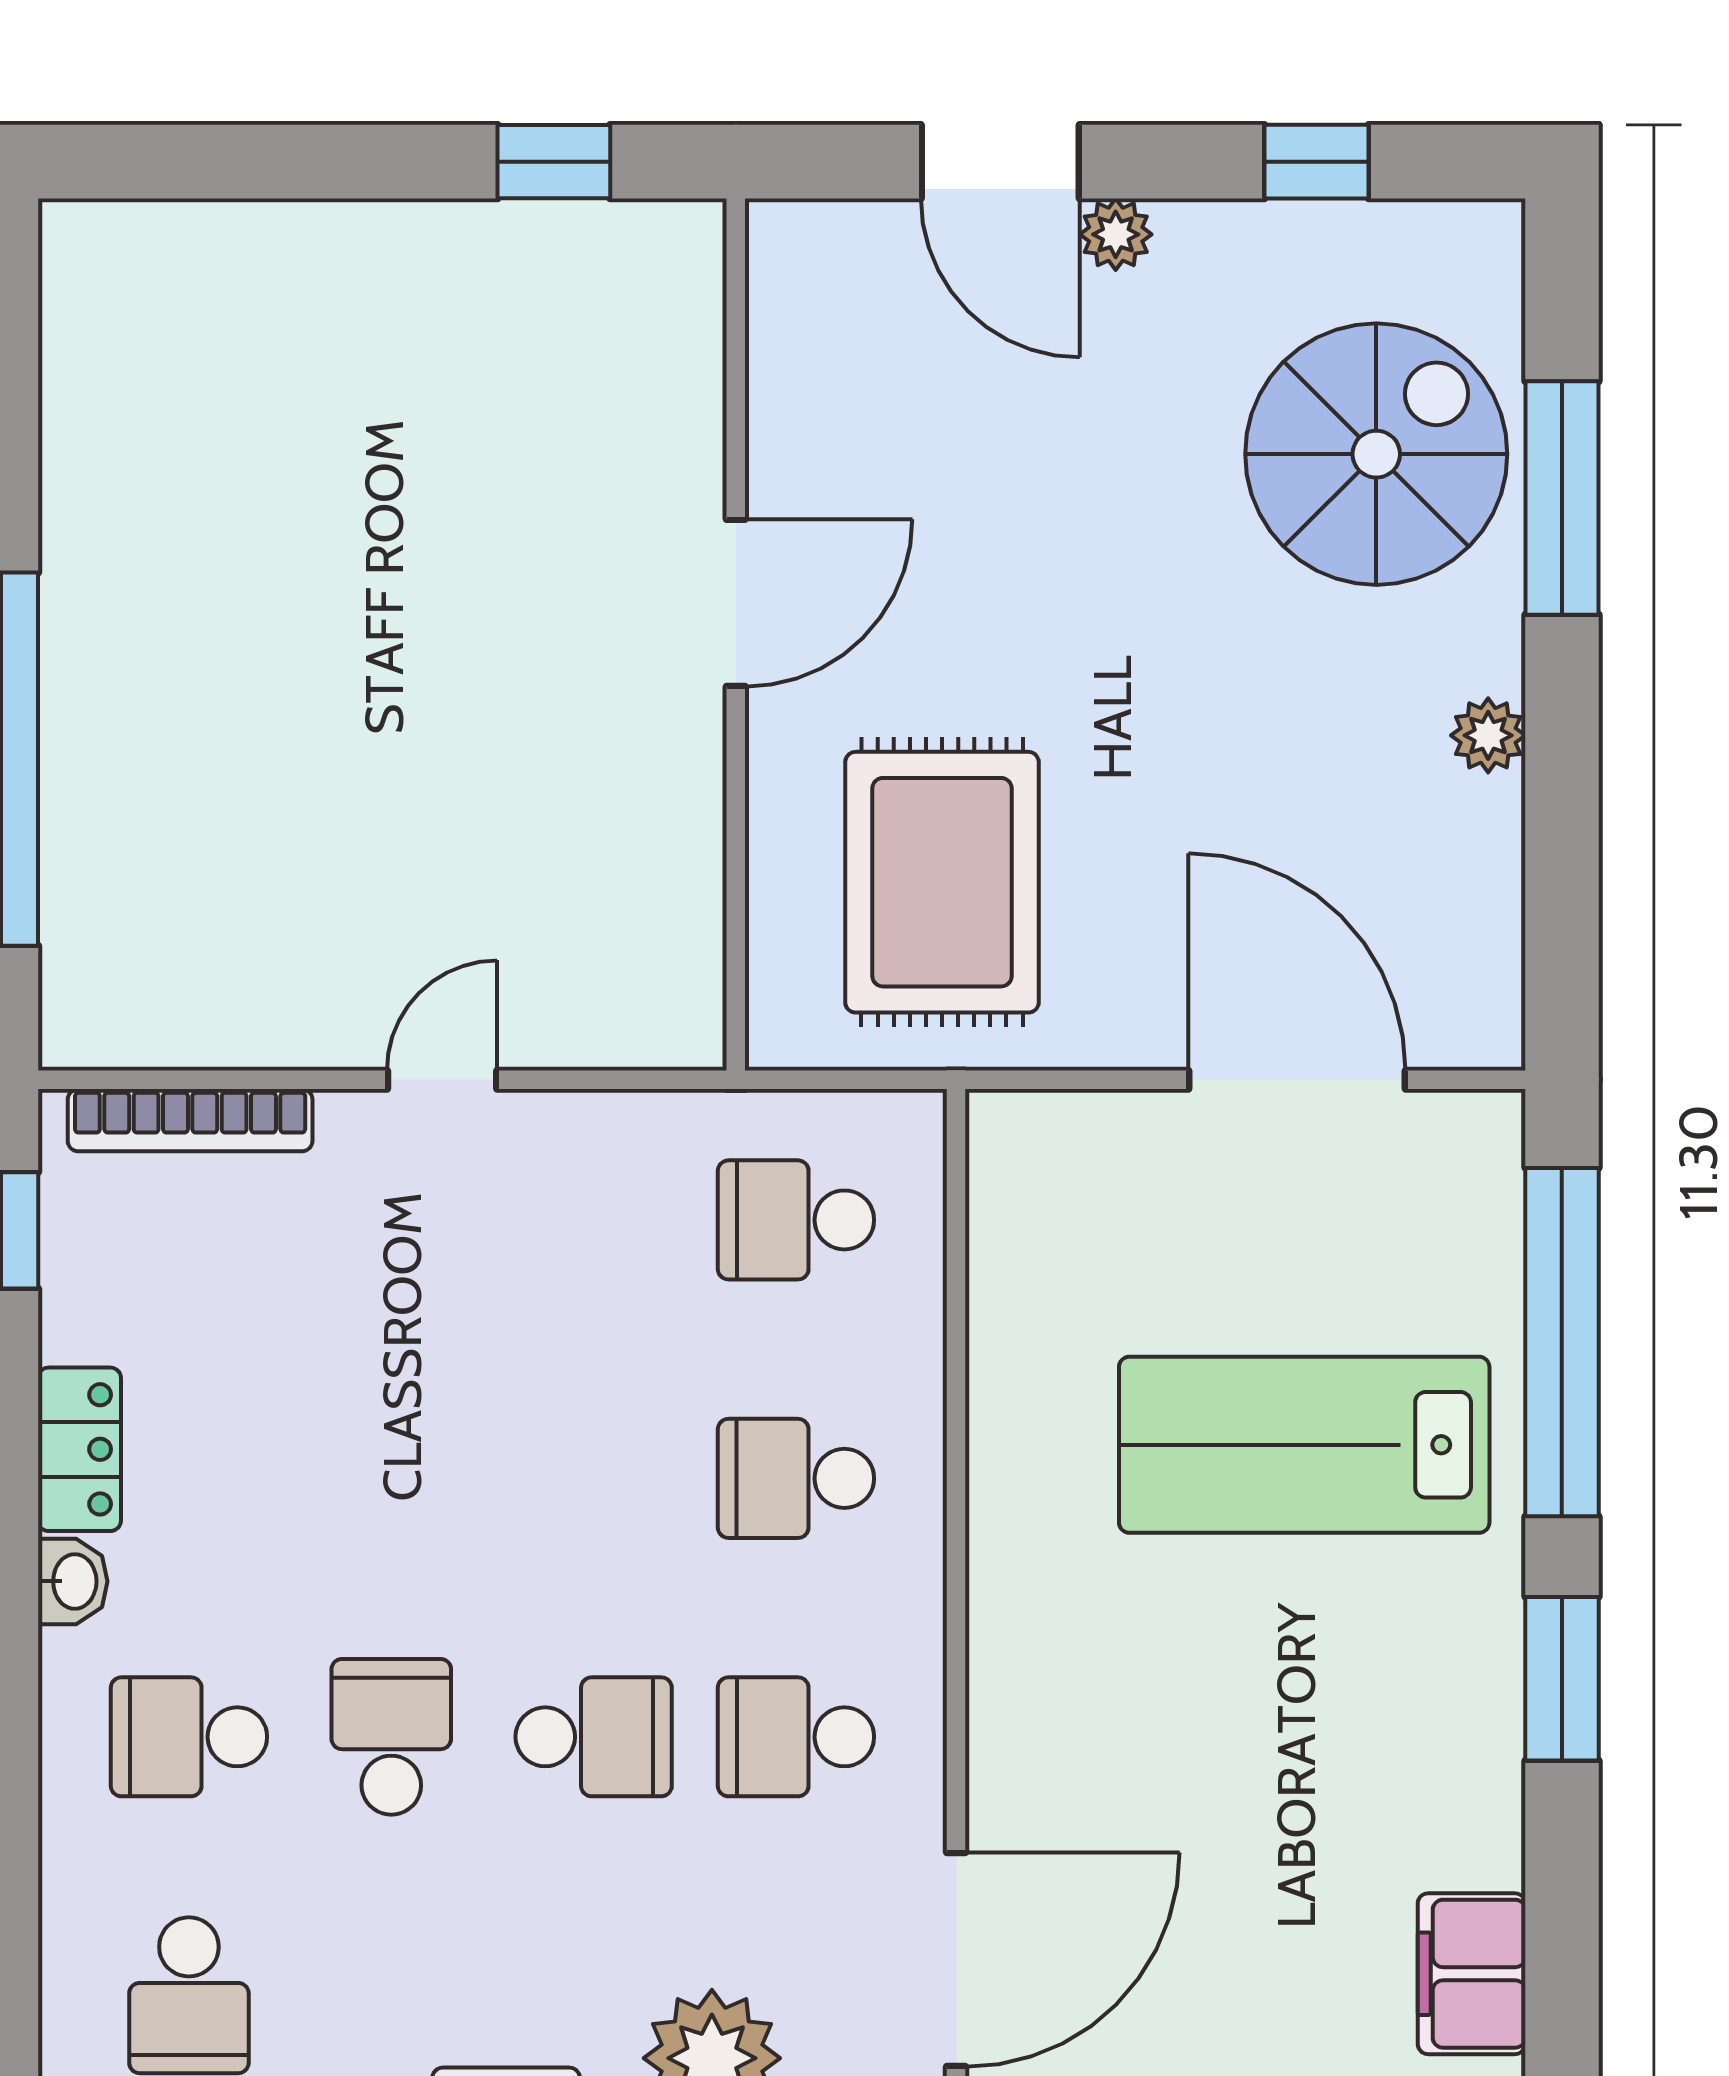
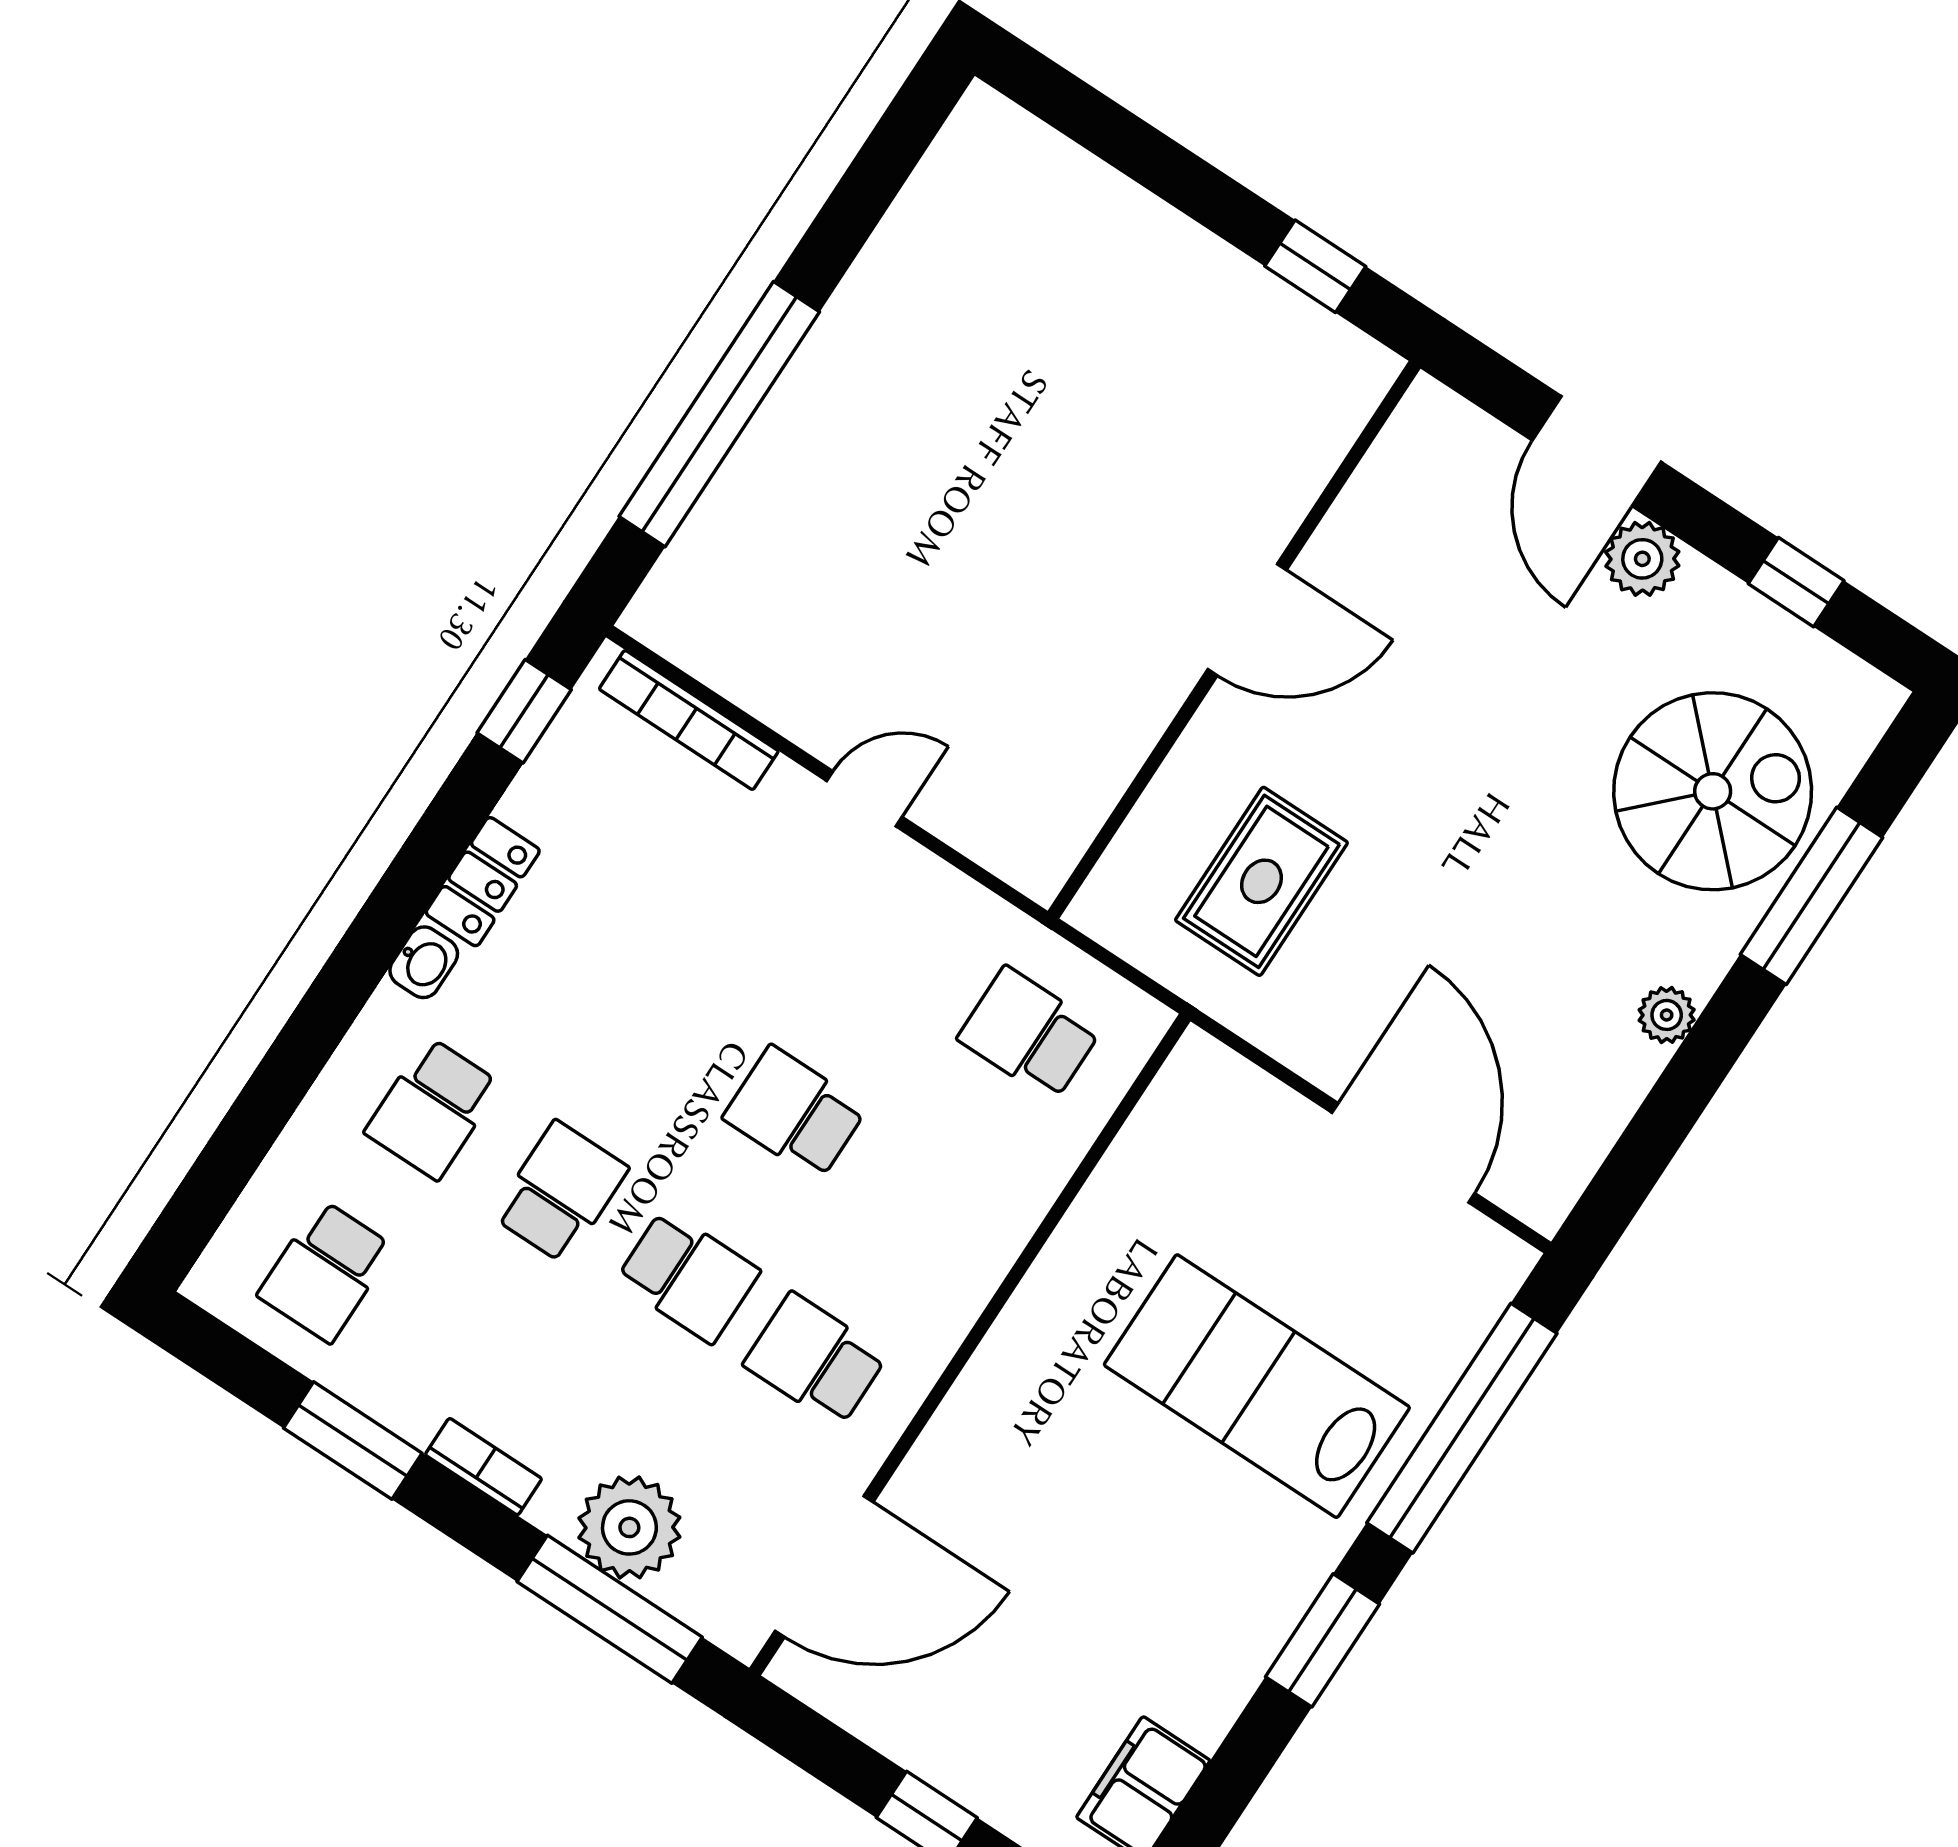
plant: (1116, 234) -> (1642, 559), width x1.38, depth x1.38
rug: (942, 882) -> (1261, 881), width x0.73, depth x0.70
school desk: (796, 1478) -> (795, 1113), moved
school desk: (189, 1737) -> (433, 1108), turned -90

